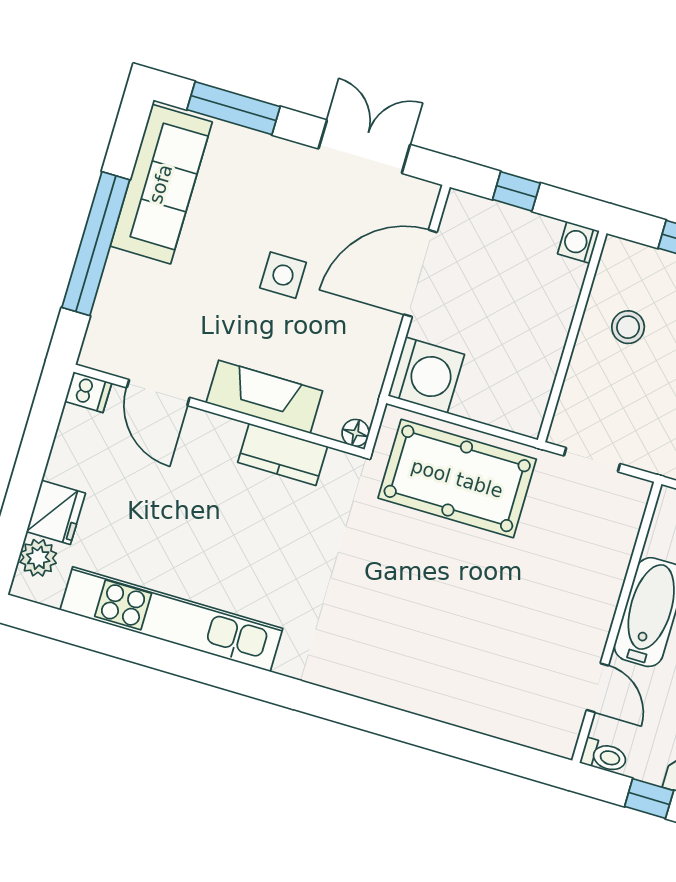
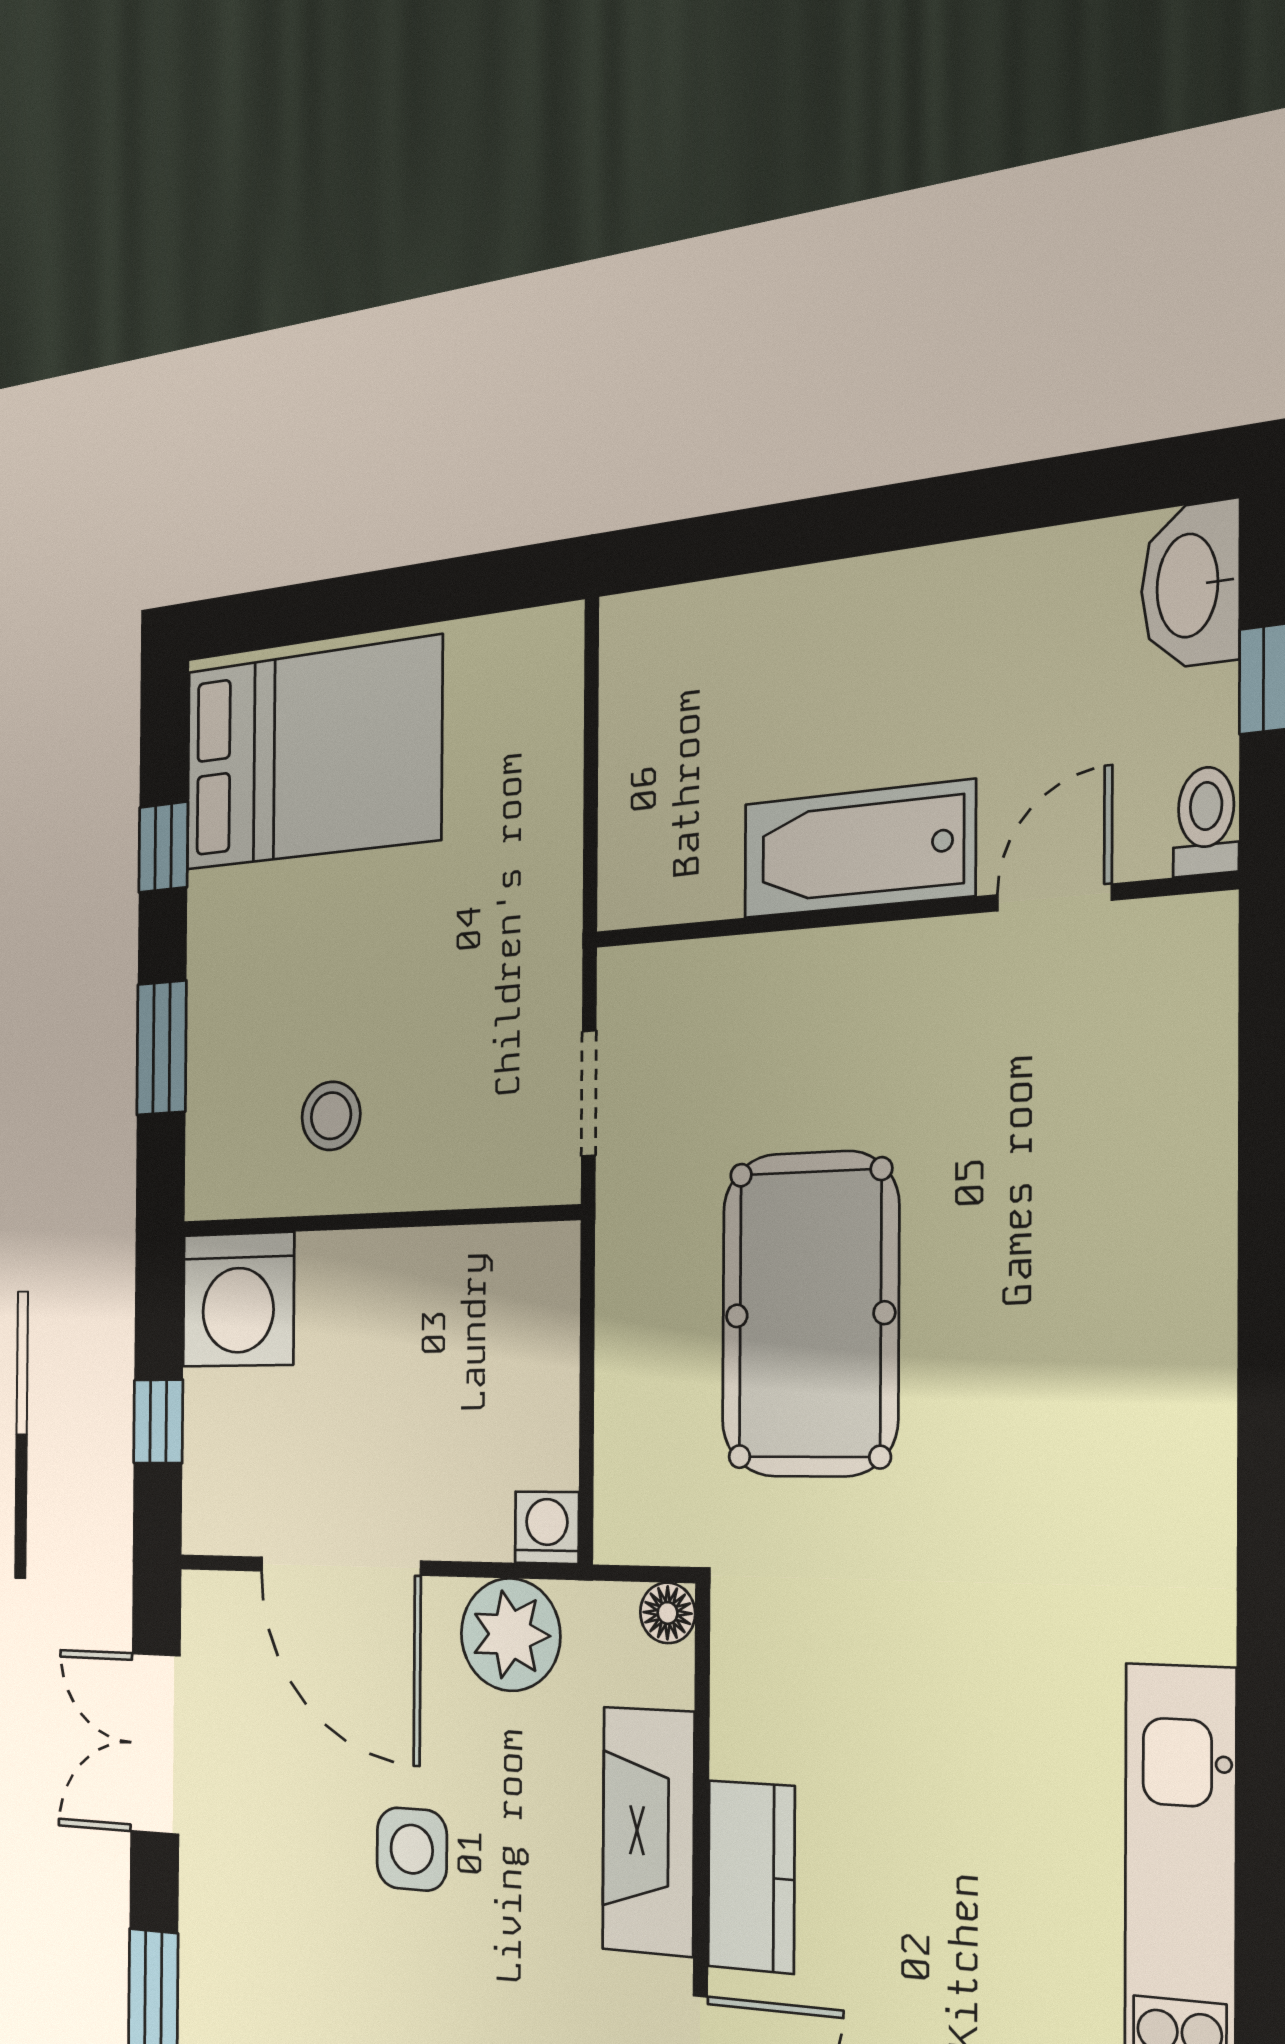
washing machine: (578, 242) -> (238, 1300), width x1.89, depth x1.89
plant: (366, 353) -> (510, 1635), added
washing machine: (426, 375) -> (547, 1528), width x0.53, depth x0.53
kitchen counter: (283, 454) -> (751, 1877), moved
pool table: (457, 479) -> (810, 1314), moved

